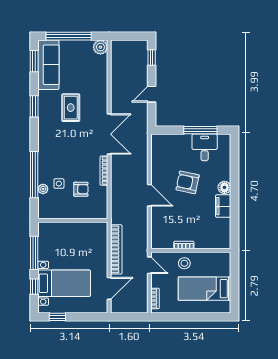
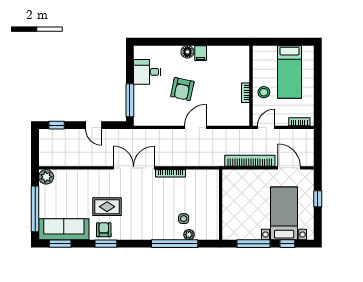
window: (200, 130) -> (130, 100), moved
armchair: (81, 189) -> (104, 230), moved
filing cabinet: (223, 206) -> (201, 53), width x0.50
window: (57, 317) -> (318, 199), moved

